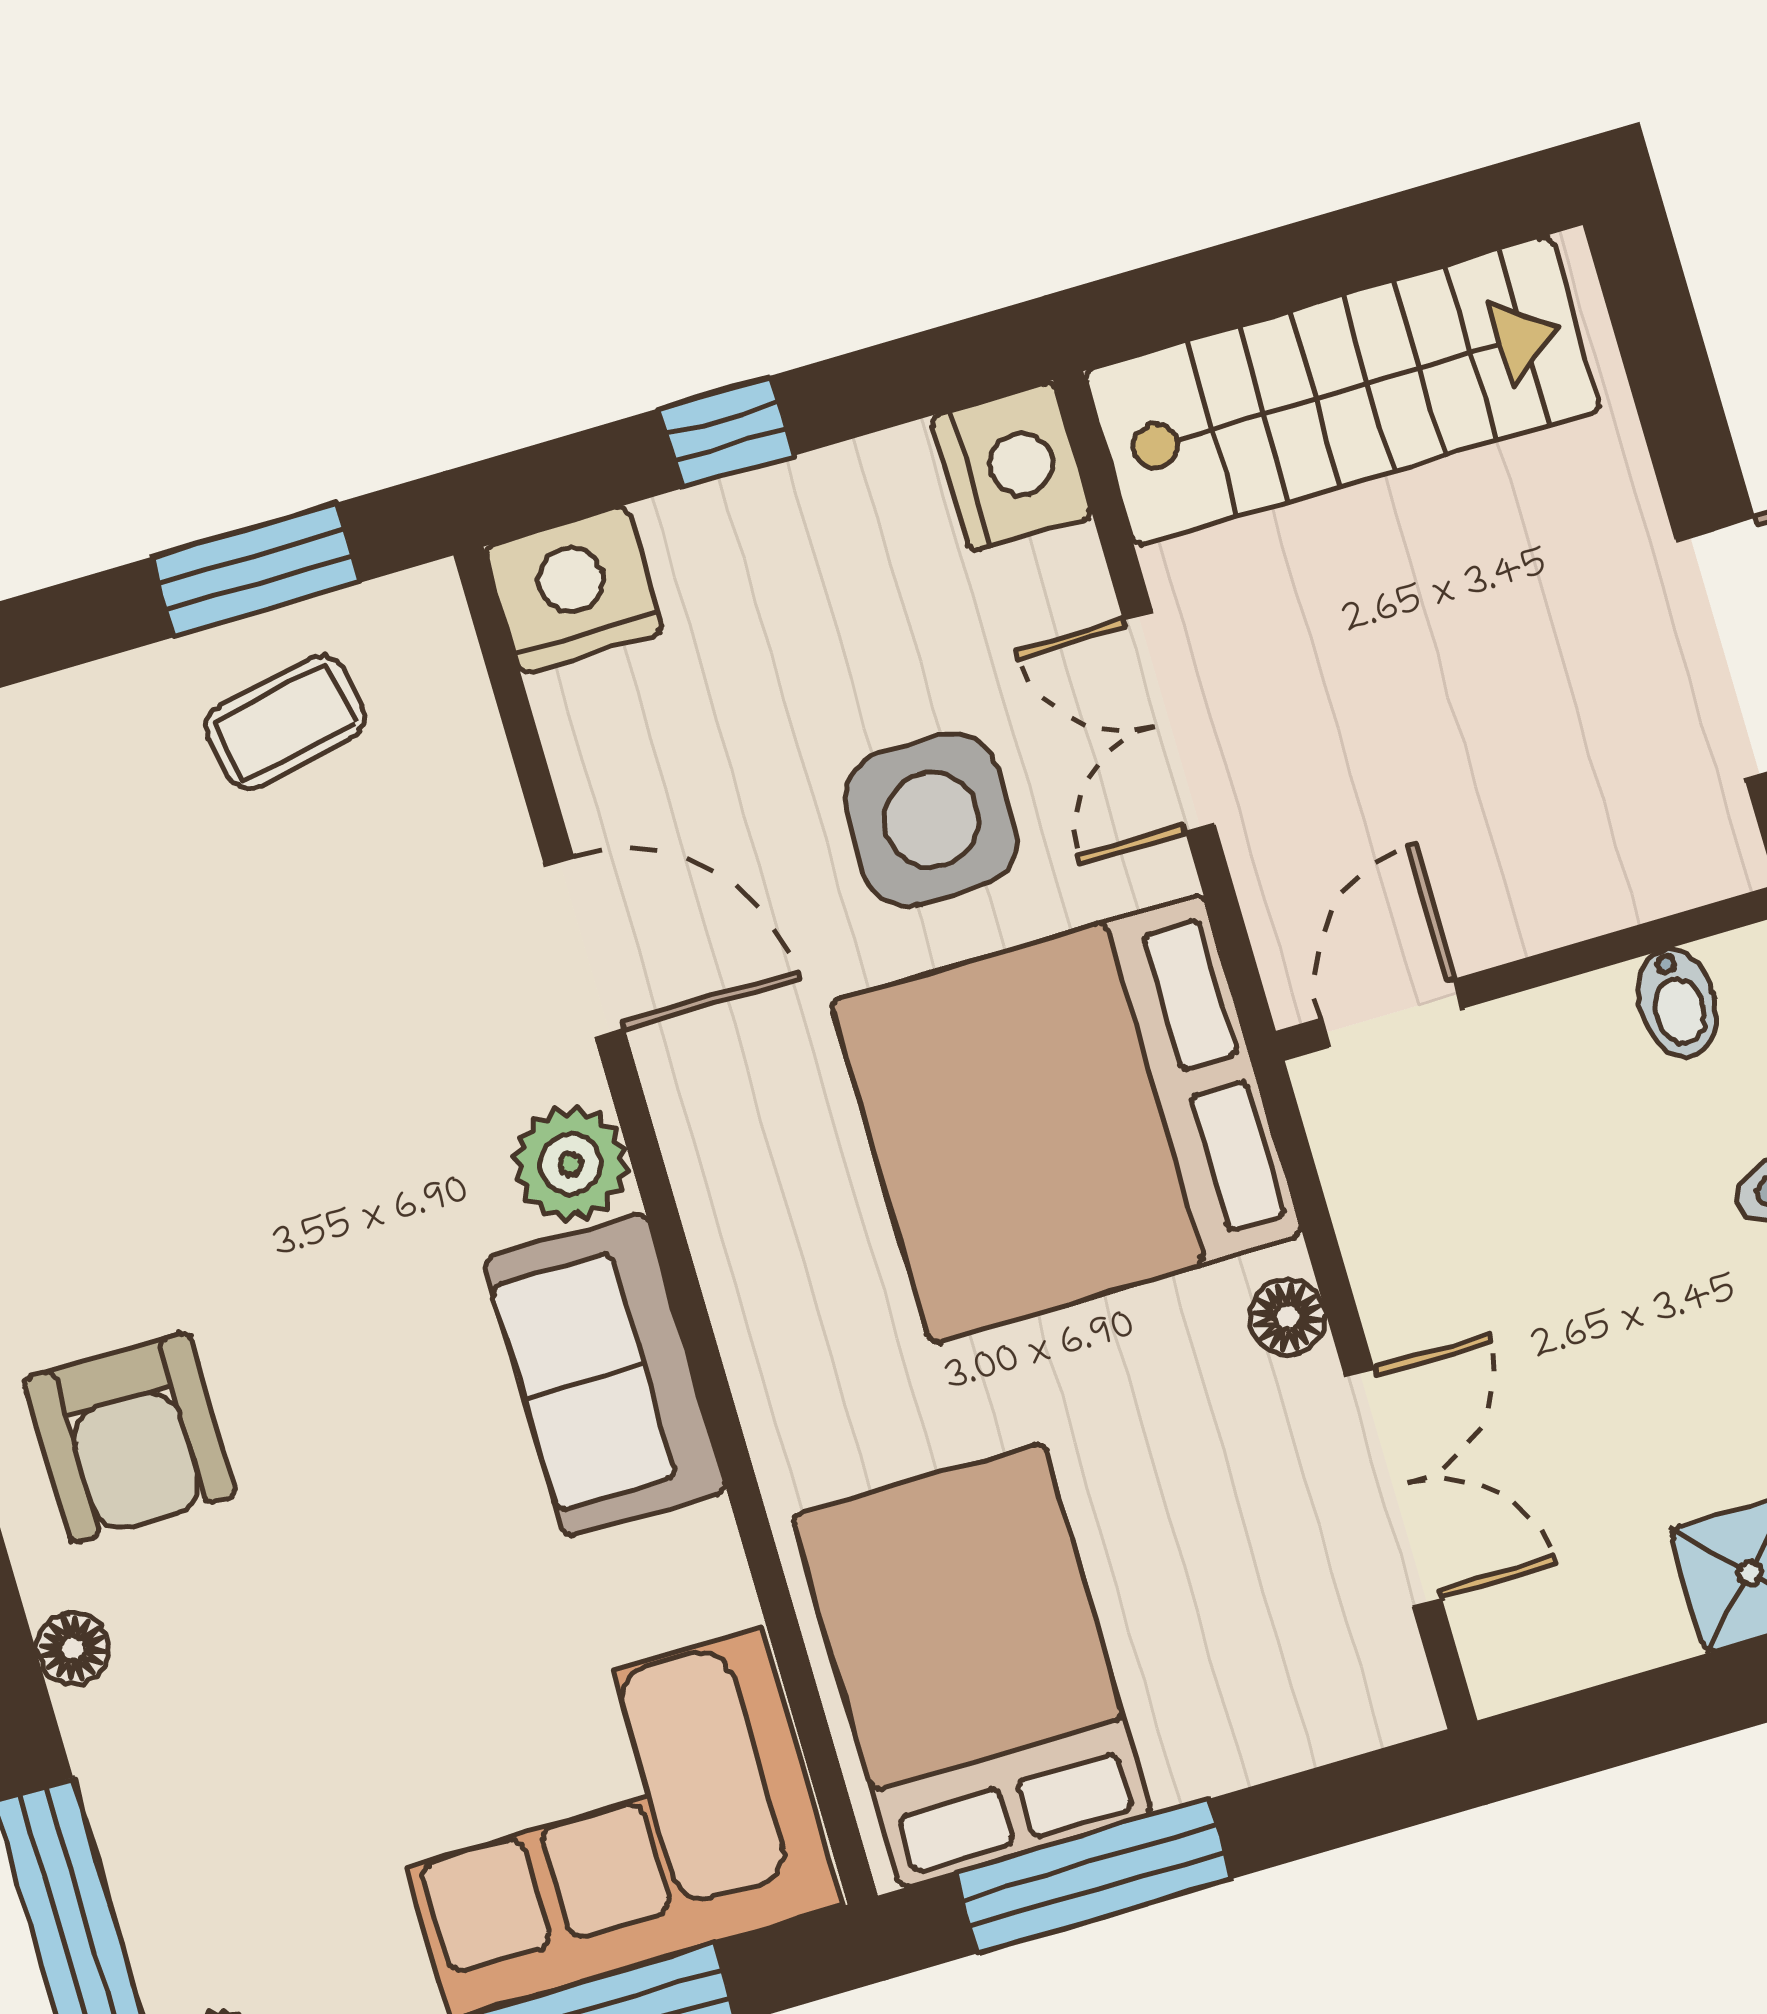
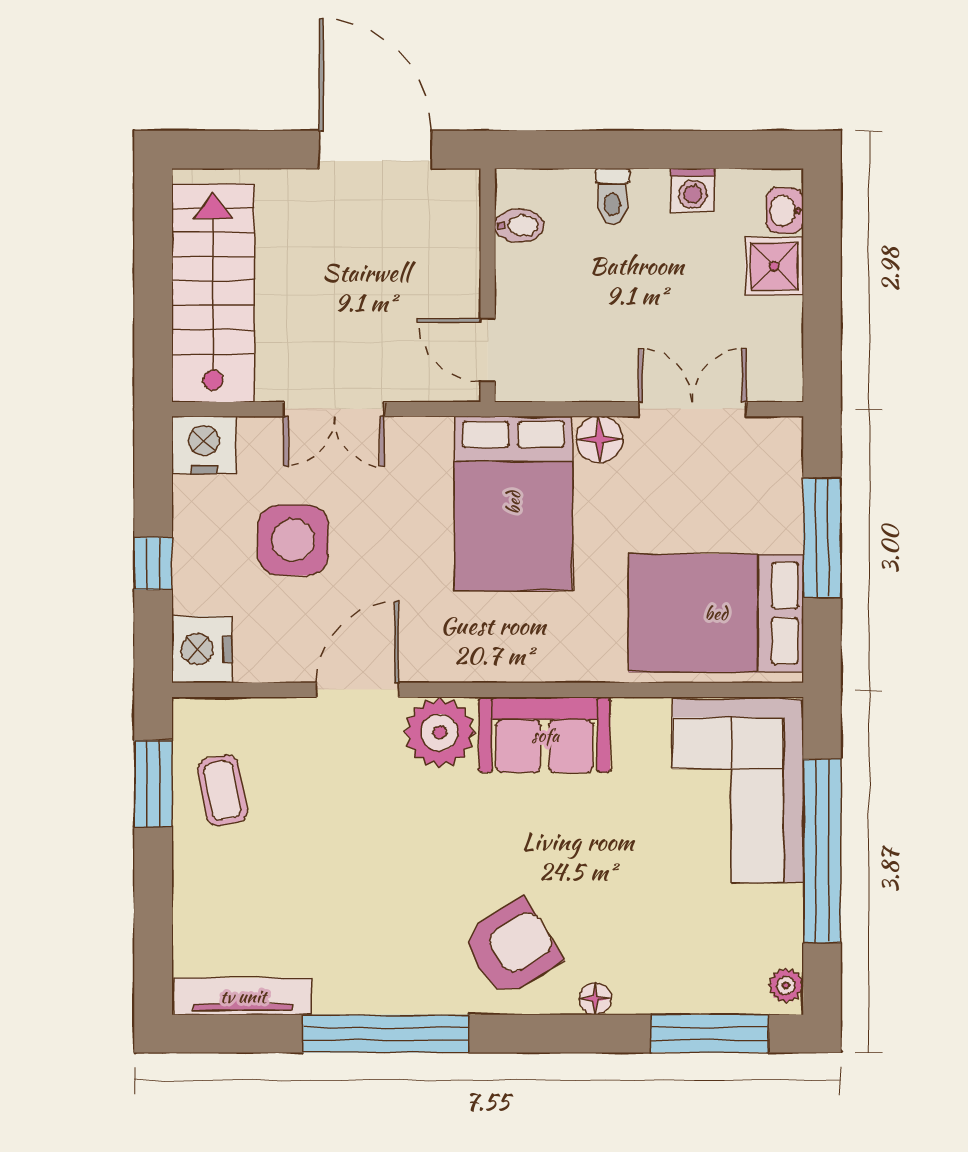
side table: (931, 820) -> (293, 540), moved
bed: (1067, 1118) -> (513, 503), width x0.73
plant: (571, 1164) -> (440, 732), width x1.36, depth x1.36
floor lamp: (1288, 1317) -> (599, 439), width x1.37, depth x1.37
armchair: (129, 1438) -> (511, 948), turned -32
window: (1094, 1876) -> (822, 538), moved

